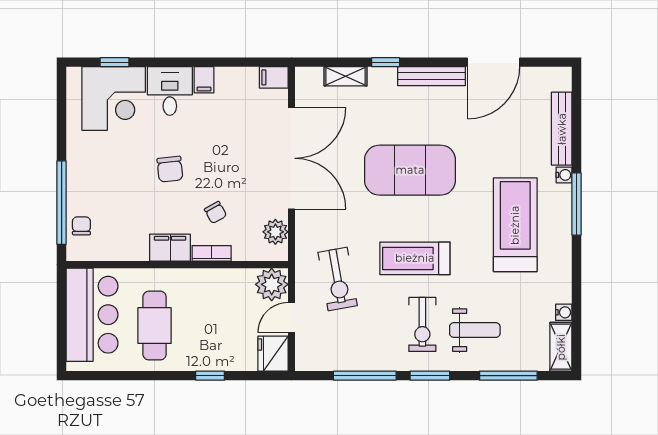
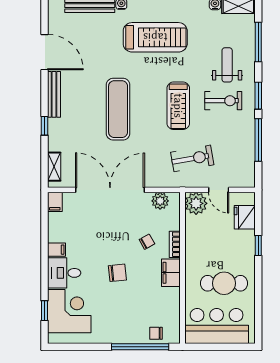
shelving: (346, 76) -> (54, 167), moved
exercise mat: (410, 170) -> (118, 109), width x0.68
treadmill: (515, 225) -> (155, 37), turned 180
fridge: (273, 354) -> (245, 217), moved, turned 90

